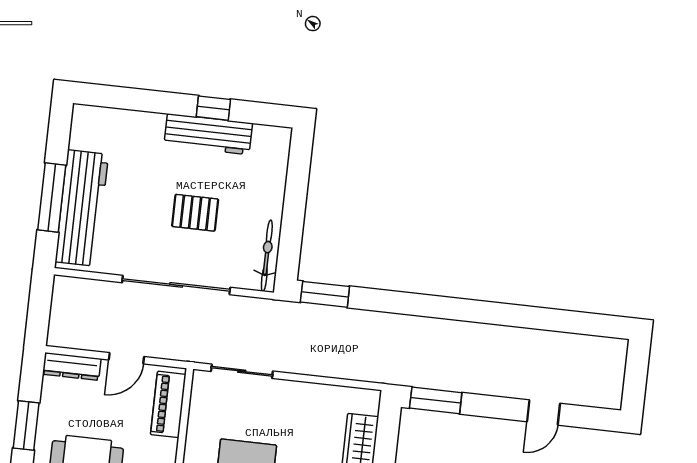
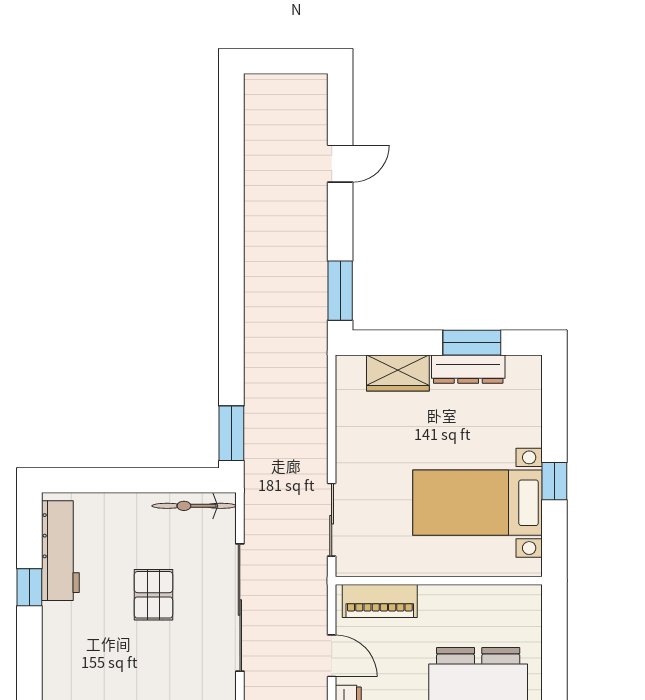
workbench: (208, 134) -> (60, 551), moved
door: (544, 412) -> (340, 164), hinge flipped

